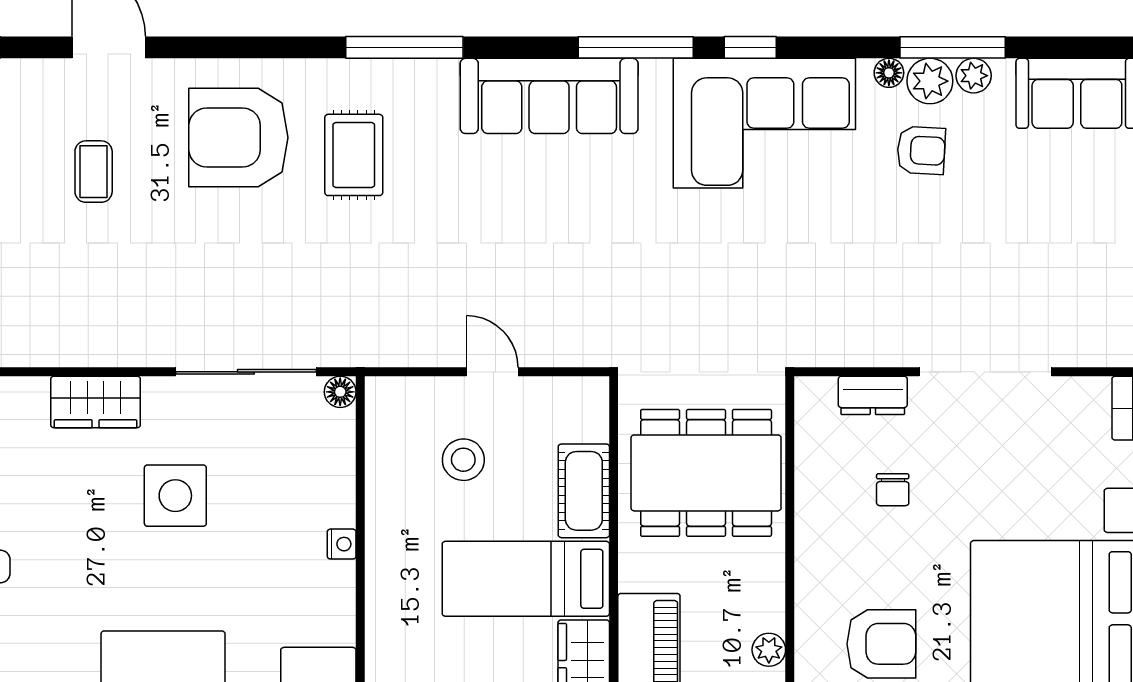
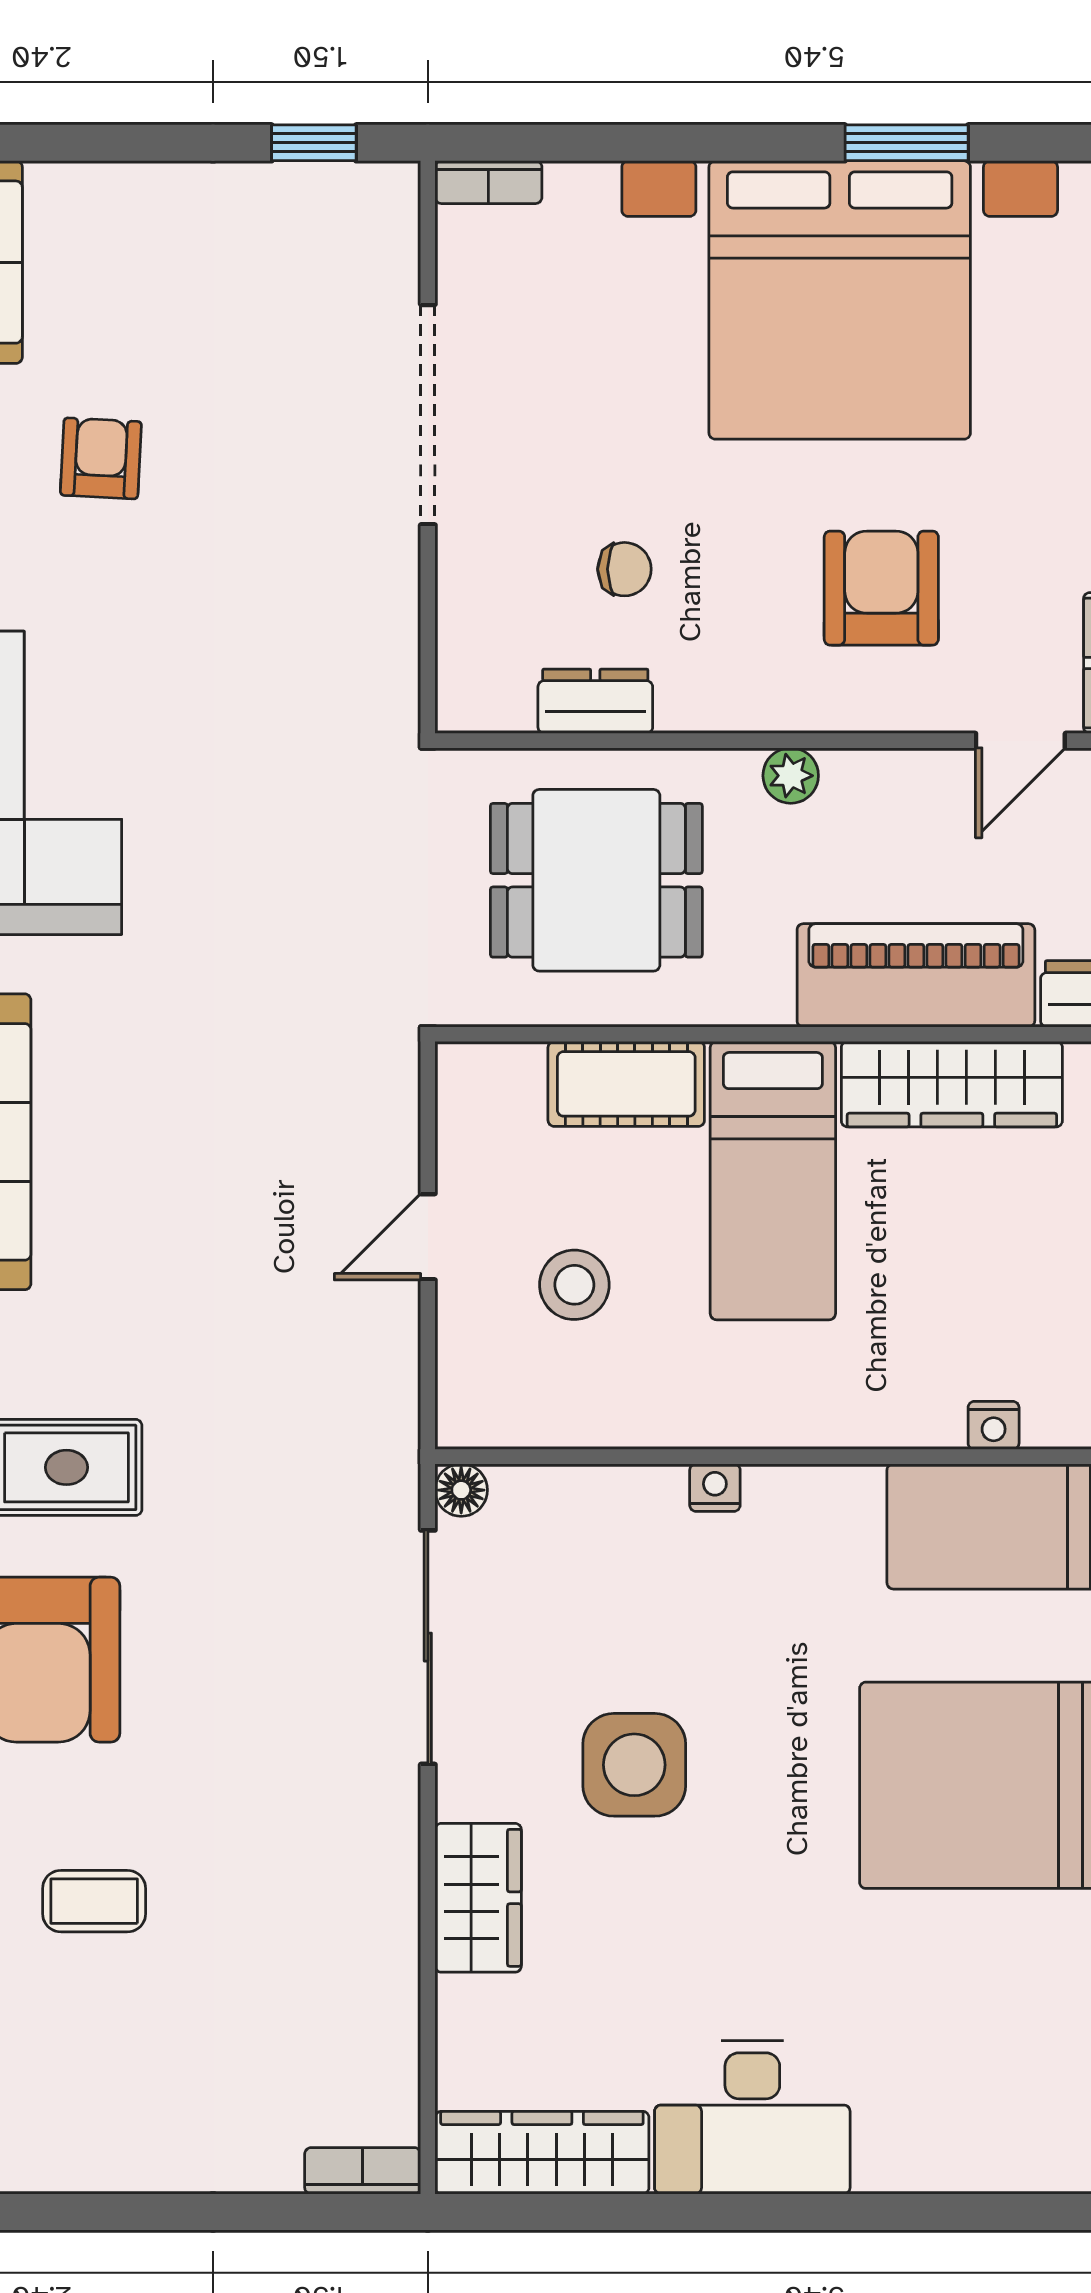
armchair: (921, 150) -> (101, 458), moved
dresser: (873, 395) -> (595, 701), moved, turned -90
dining table: (706, 473) -> (596, 880), width x0.73
plant: (769, 650) -> (791, 776), moved

